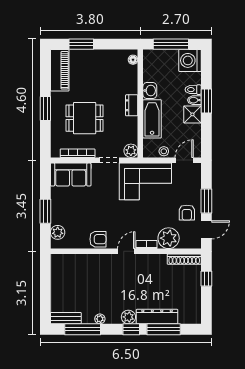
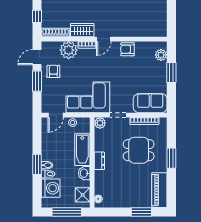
washing machine: (190, 60) -> (51, 188), moved
shower: (192, 114) -> (83, 195), moved
wardrobe: (152, 262) -> (82, 30), added

